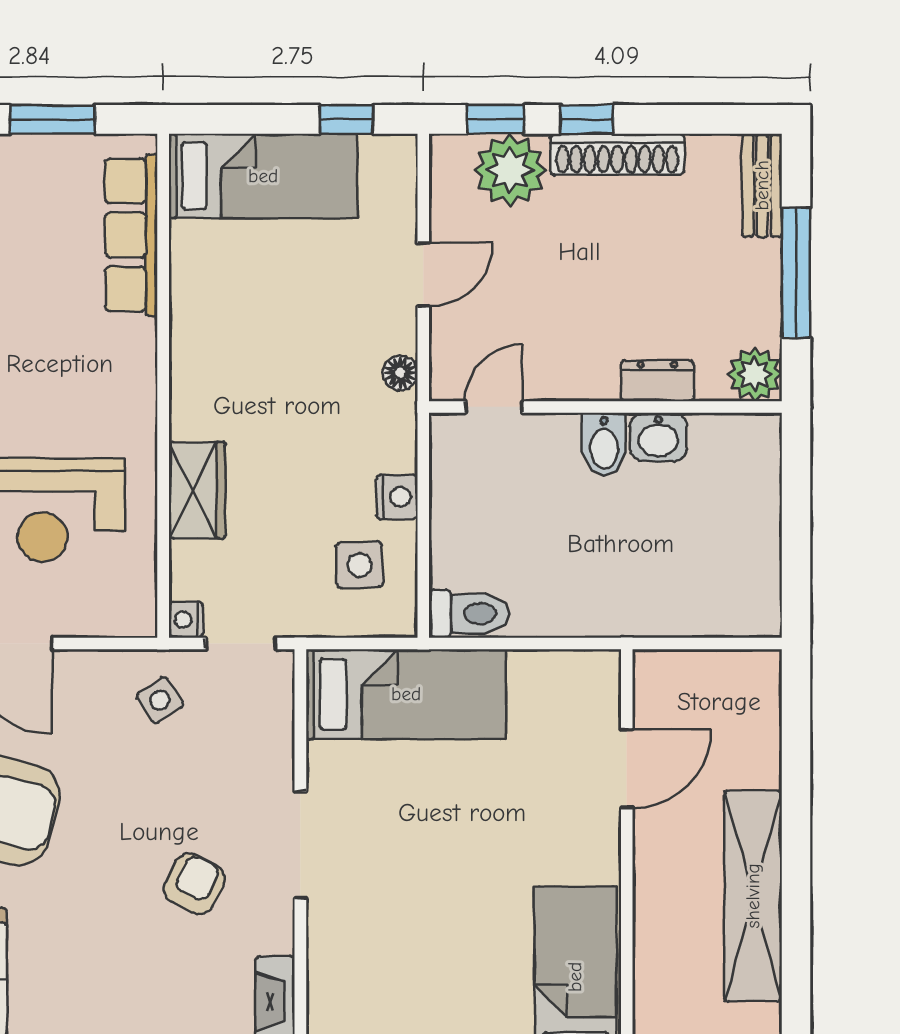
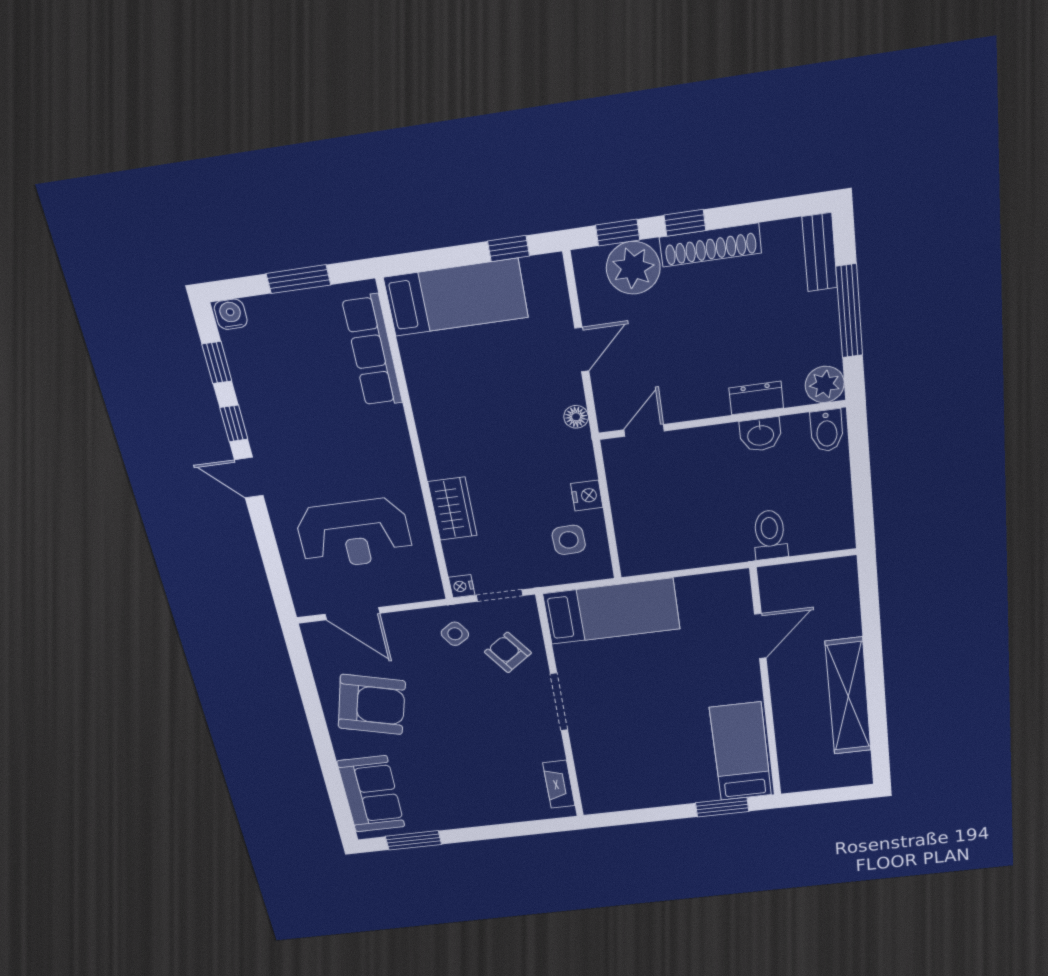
bidet: (604, 444) -> (827, 431), moved
toilet: (469, 614) -> (770, 535), moved, turned -90
armchair: (194, 884) -> (508, 652), moved, turned -63

